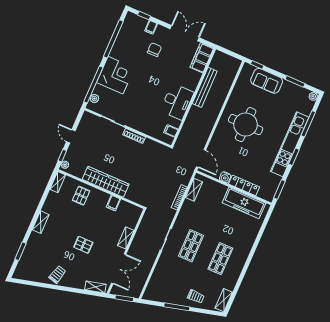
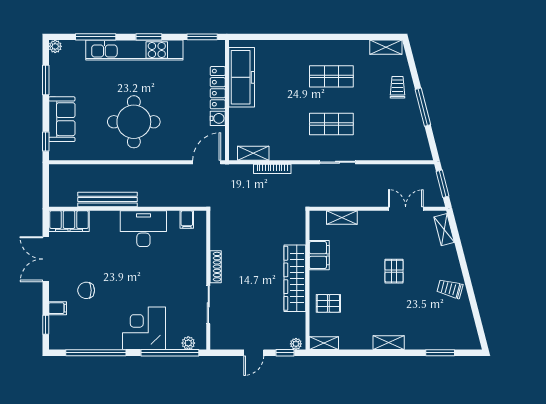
filing cabinet: (113, 203) -> (319, 255), width x2.00
shelving: (126, 238) -> (342, 217), moved
double door: (119, 269) -> (406, 209), width x0.73

